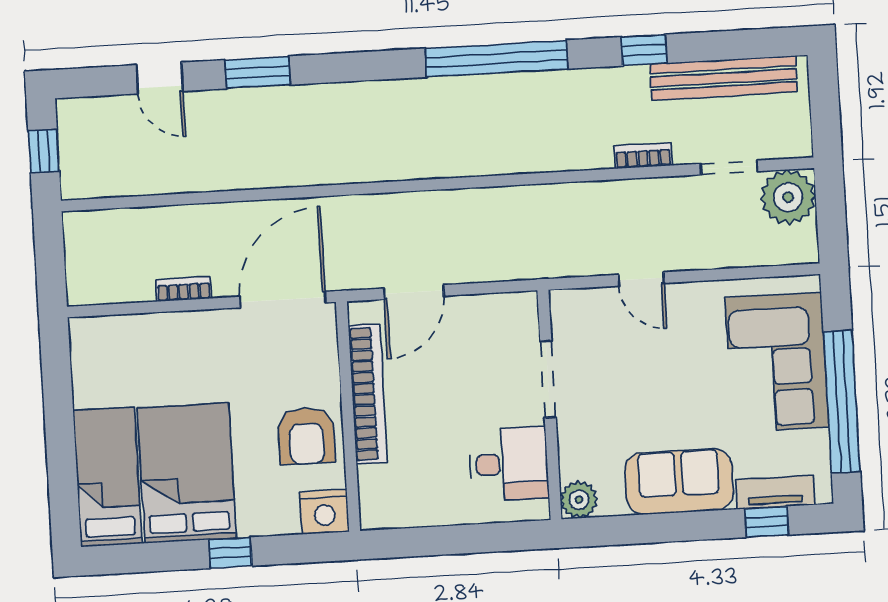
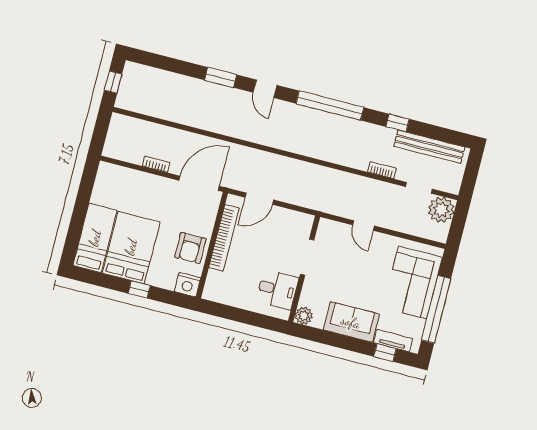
door: (160, 78) -> (265, 89), moved

